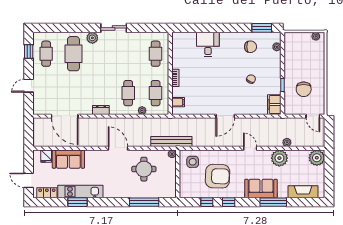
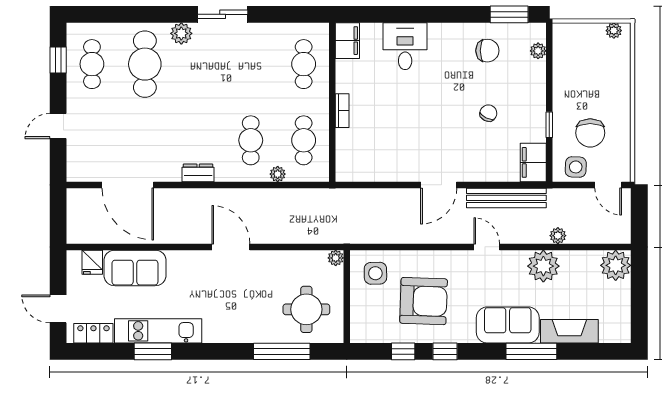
filing cabinet: (178, 102) -> (347, 41), moved, width x2.00
side table: (296, 107) -> (576, 167), added
bench: (171, 141) -> (506, 198), moved
round table: (144, 169) -> (306, 309), moved
fireplace: (303, 192) -> (569, 331), moved

